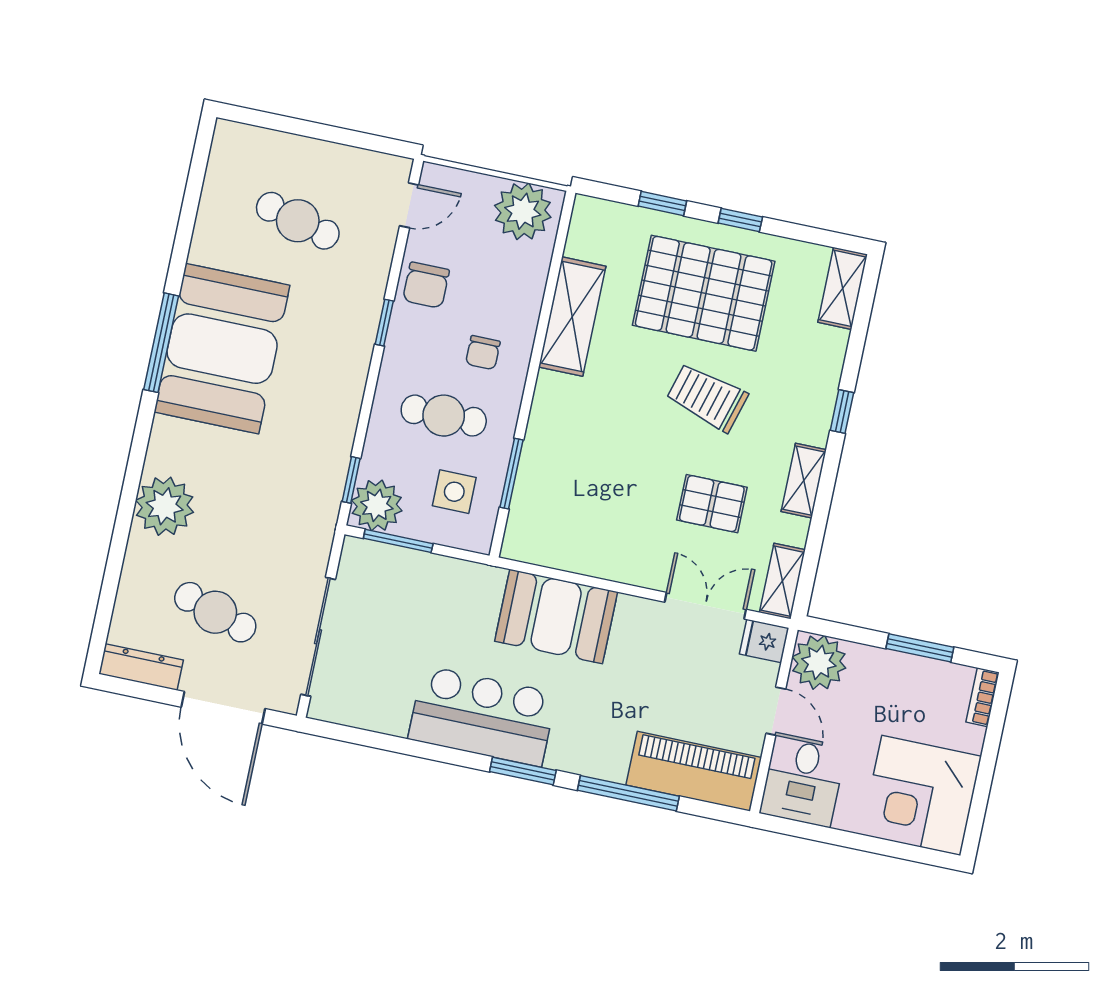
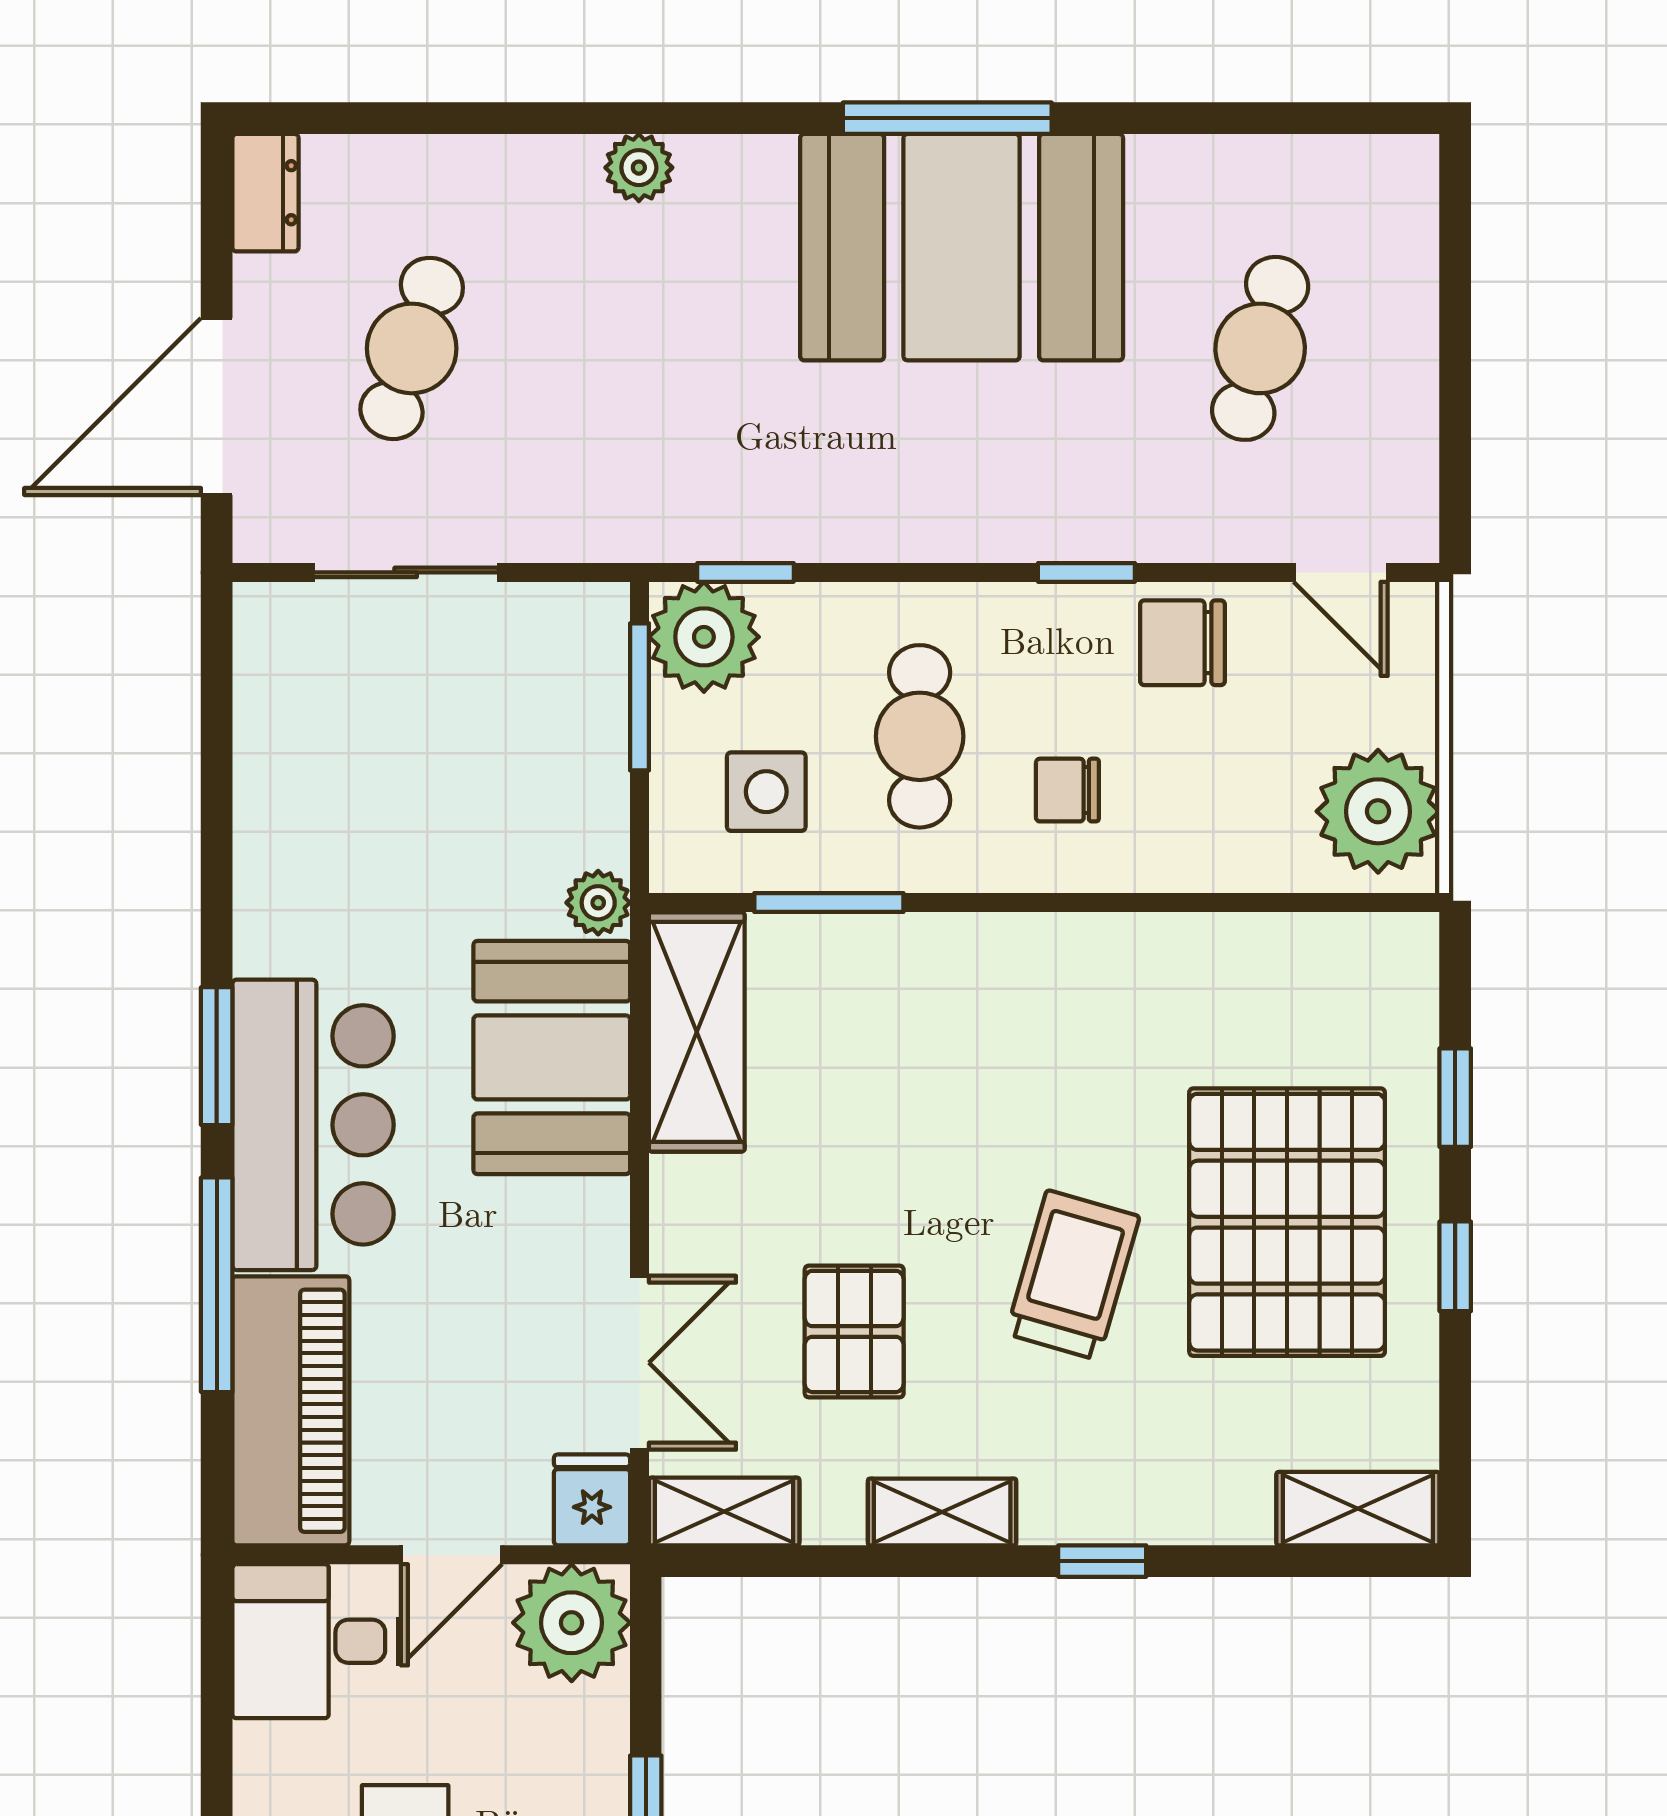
shelving: (572, 317) -> (697, 1032), moved, turned 90
plant: (165, 506) -> (639, 168), width x0.53, depth x0.53
plant: (489, 580) -> (598, 903), added
sliding door: (318, 637) -> (406, 572), width x0.73
dresser: (141, 667) -> (265, 193), width x0.70
bar counter: (482, 716) -> (313, 1125), moved

